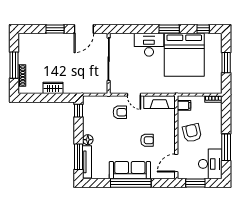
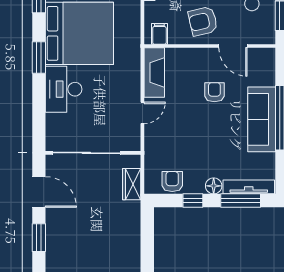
wardrobe: (53, 88) -> (132, 184), moved
window: (78, 111) -> (193, 201), moved
armchair: (120, 112) -> (172, 181), moved
door: (176, 163) -> (233, 46), moved

